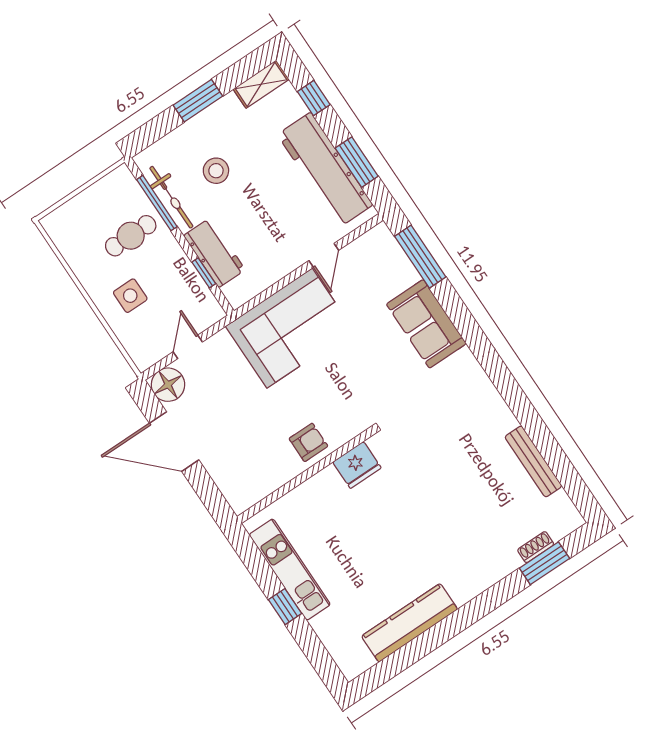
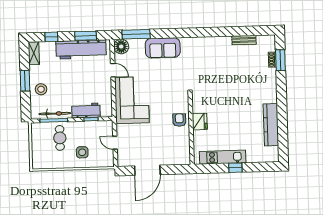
stool: (216, 171) -> (41, 89), moved
floor lamp: (168, 385) -> (121, 47), moved
bench: (533, 461) -> (244, 40), width x0.73
fridge: (357, 465) -> (200, 122), moved

